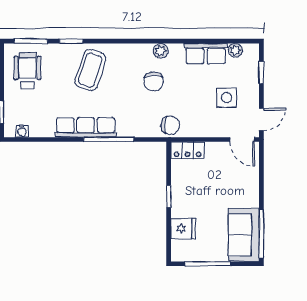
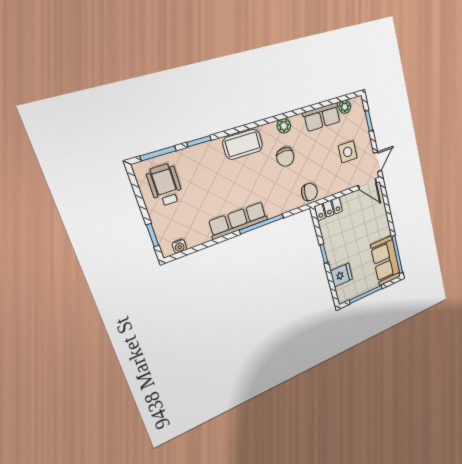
coffee table: (90, 70) -> (243, 144), moved, turned 72

